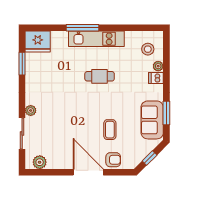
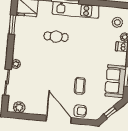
cafe table: (100, 76) -> (56, 37), moved

